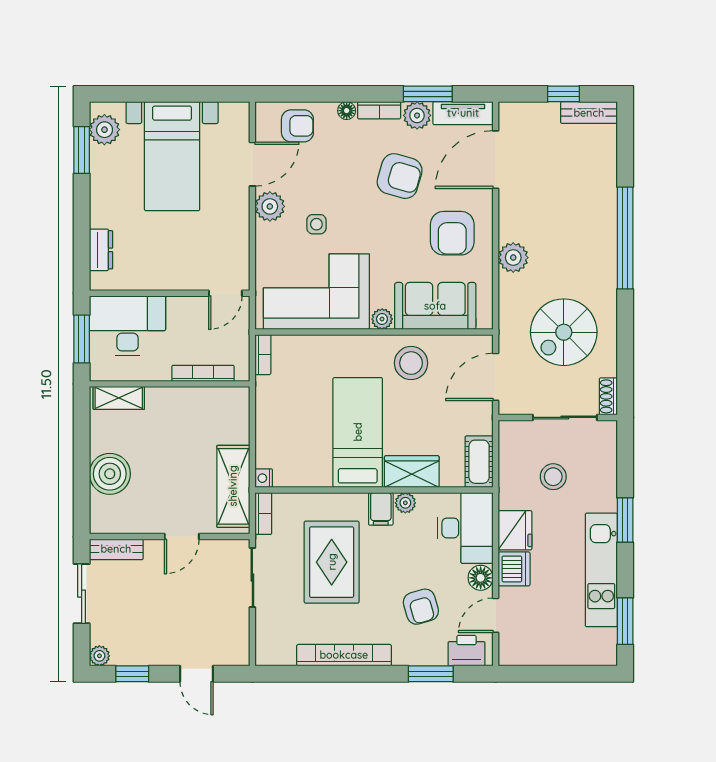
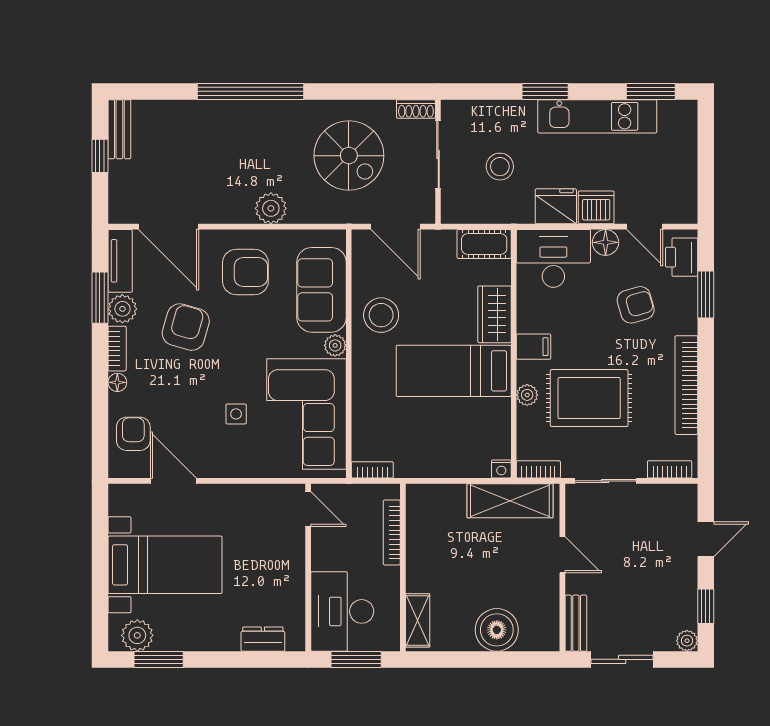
plant: (270, 206) -> (217, 463), removed
plant: (405, 503) -> (527, 395), moved
bookcase: (263, 639) -> (670, 469), added

